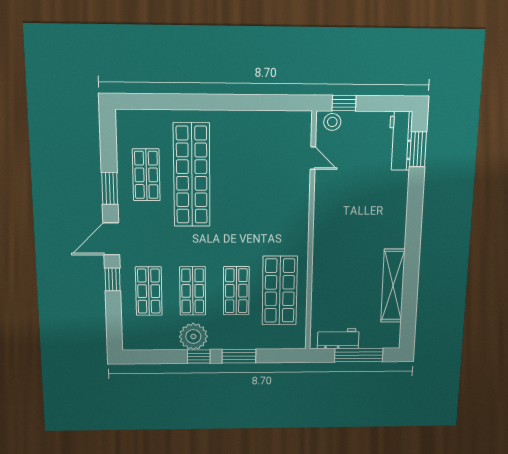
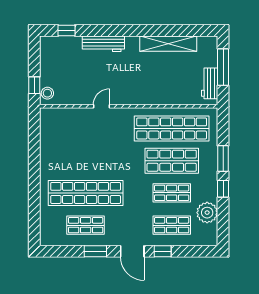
workbench: (400, 141) -> (103, 44), moved
window: (418, 149) -> (66, 31), width x0.67
door: (313, 158) -> (101, 106), moved
shop shelf: (236, 291) -> (172, 161), width x1.43, depth x1.36
shop shelf: (280, 291) -> (172, 128), width x1.40
plant: (193, 336) -> (207, 213), moved

